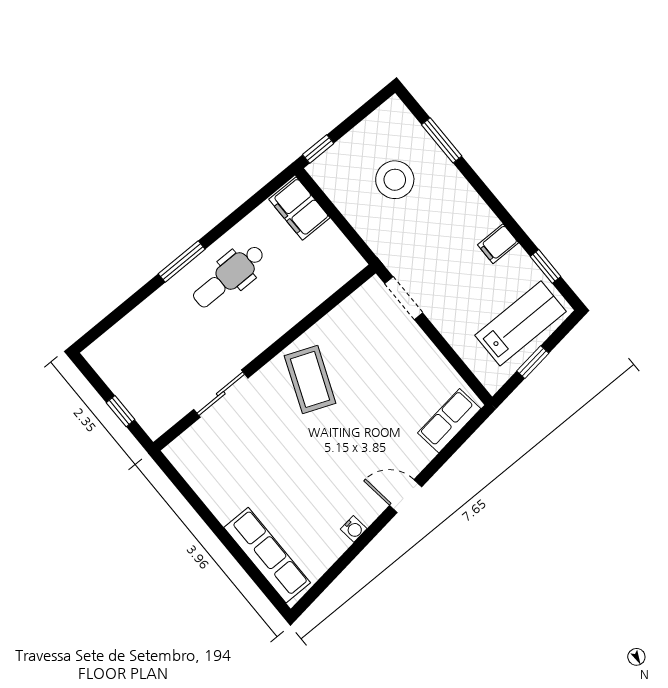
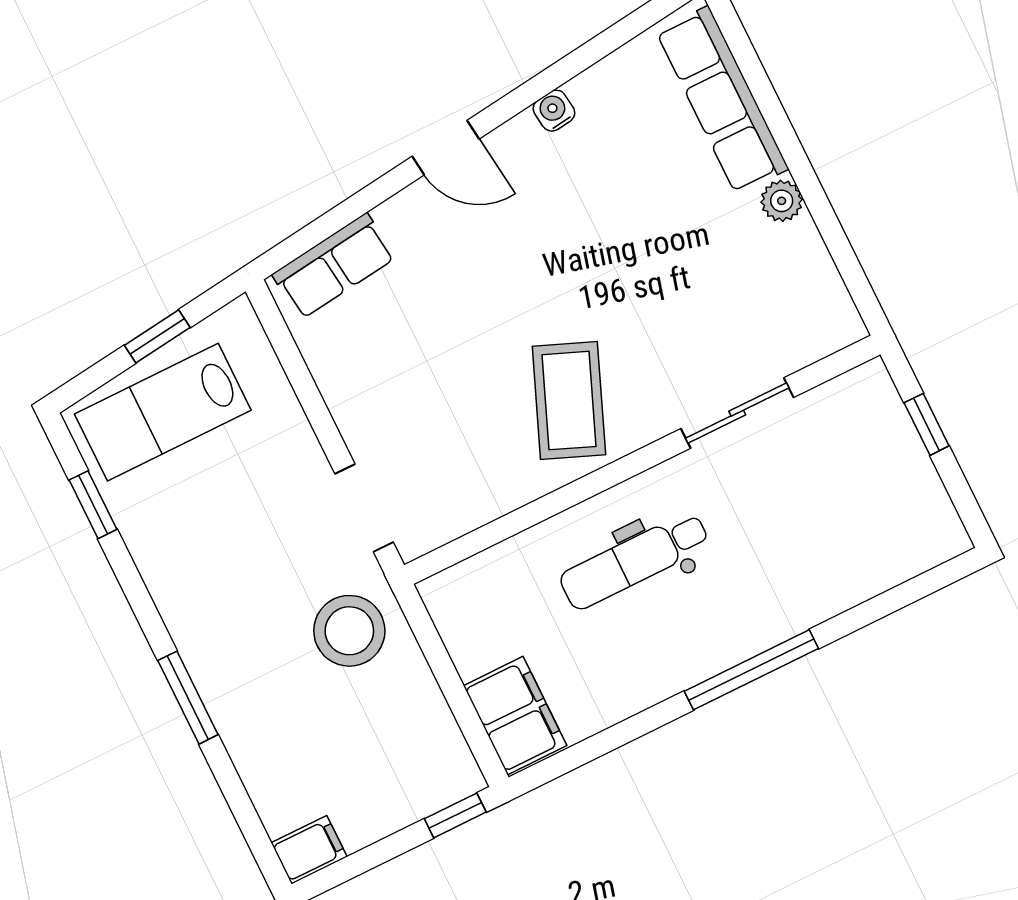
window: (442, 140) -> (188, 698), moved
stool: (395, 180) -> (349, 631), moved
filing cabinet: (498, 244) -> (309, 850), moved
window: (182, 261) -> (751, 670), width x1.44
dental chair: (229, 276) -> (634, 561), moved, turned 180
plant: (224, 510) -> (782, 201), added

